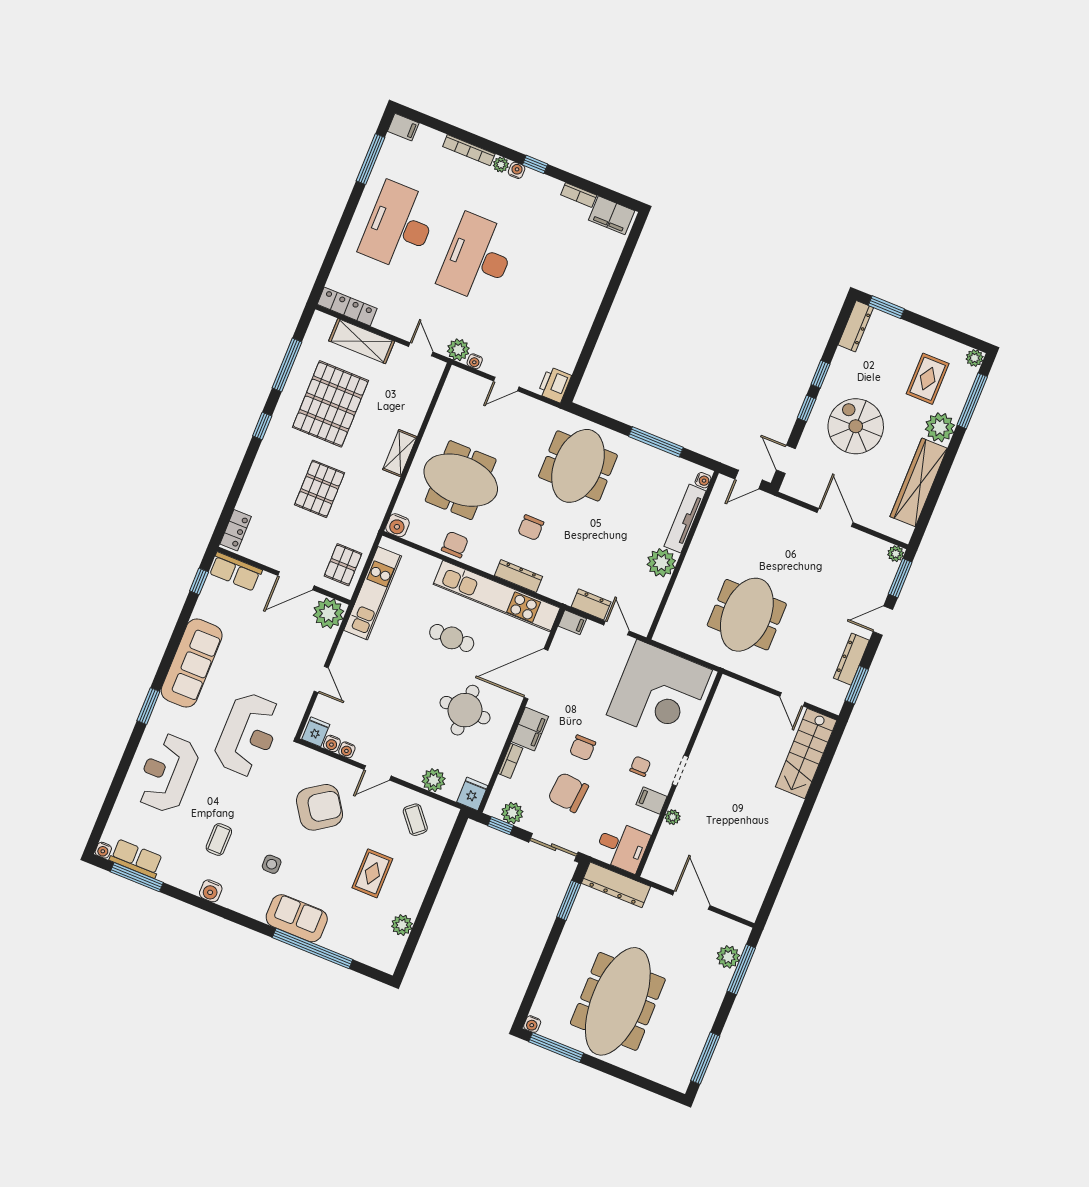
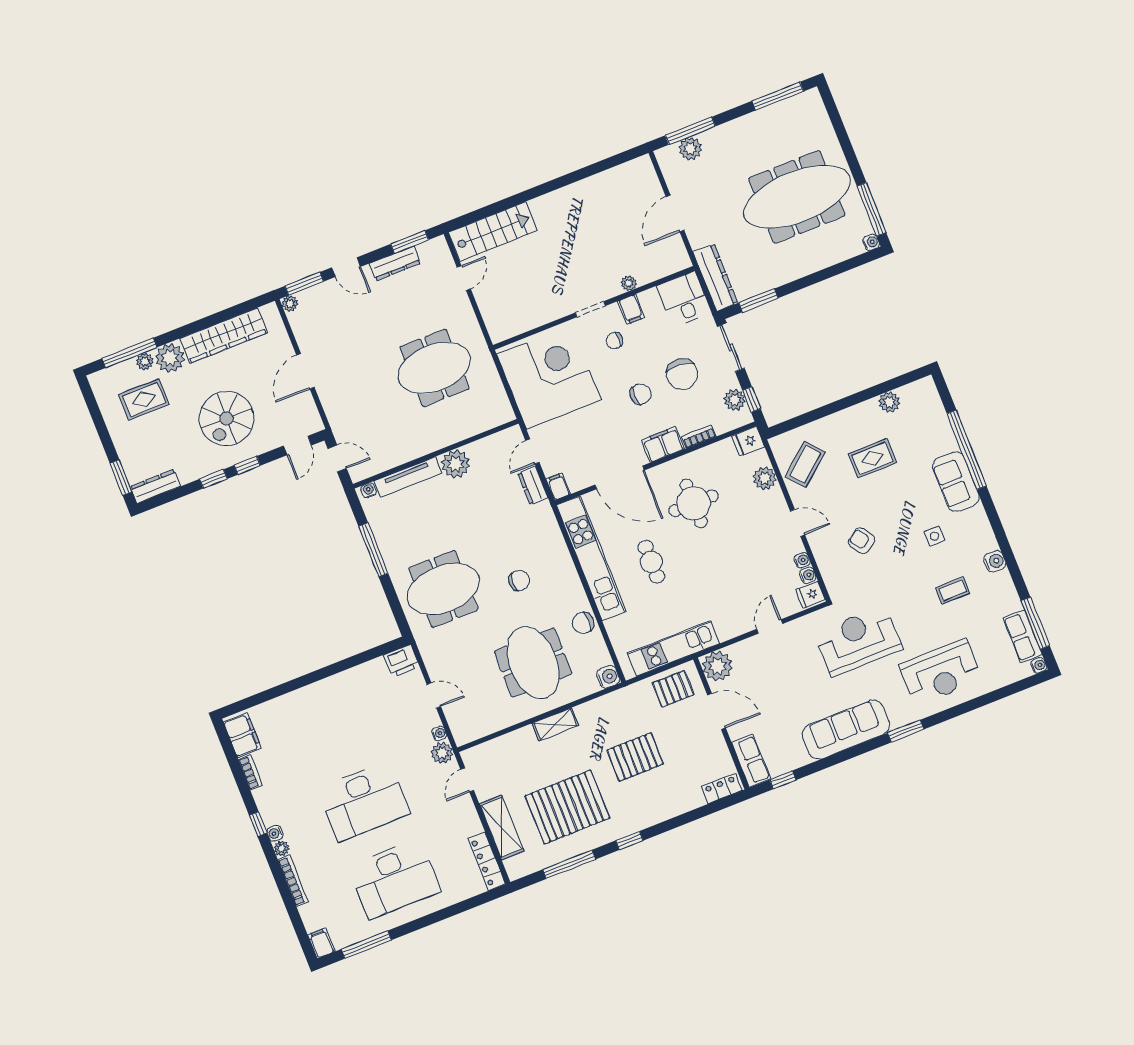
plant: (975, 358) -> (145, 362), moved
dresser: (519, 576) -> (562, 556), removed
armchair: (320, 807) -> (861, 541), width x0.53, depth x0.53
coffee table: (415, 820) -> (805, 464), width x1.36, depth x1.30

